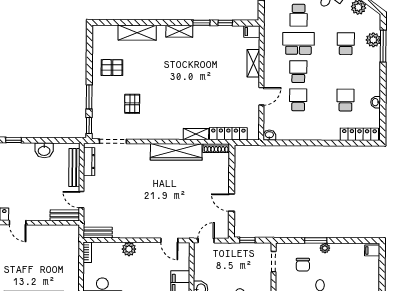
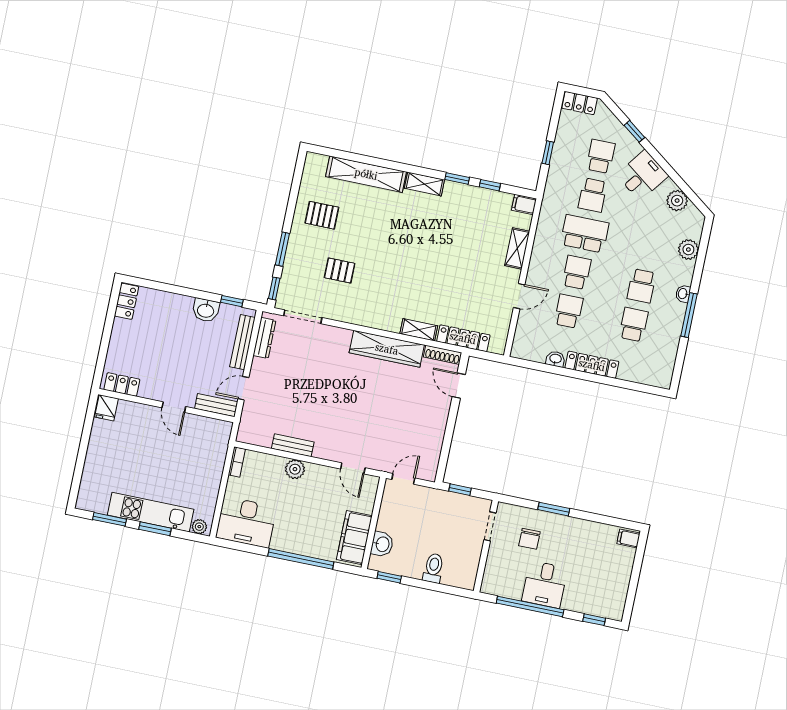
shelving: (137, 33) -> (366, 174), width x1.47
school desk: (346, 44) -> (642, 286), moved, turned 180
window: (383, 46) -> (689, 315), moved
washbasin: (376, 102) -> (683, 294), moved
pallet: (132, 104) -> (340, 271), turned 90
locker: (359, 134) -> (592, 365), moved
washbasin: (269, 135) -> (555, 359), moved
window: (14, 140) -> (232, 301), moved
door: (81, 200) -> (243, 388), hinge flipped
door: (232, 203) -> (459, 386), moved
door: (18, 223) -> (174, 407), moved
bench: (98, 233) -> (293, 445), moved
plant: (325, 248) -> (564, 522), removed

